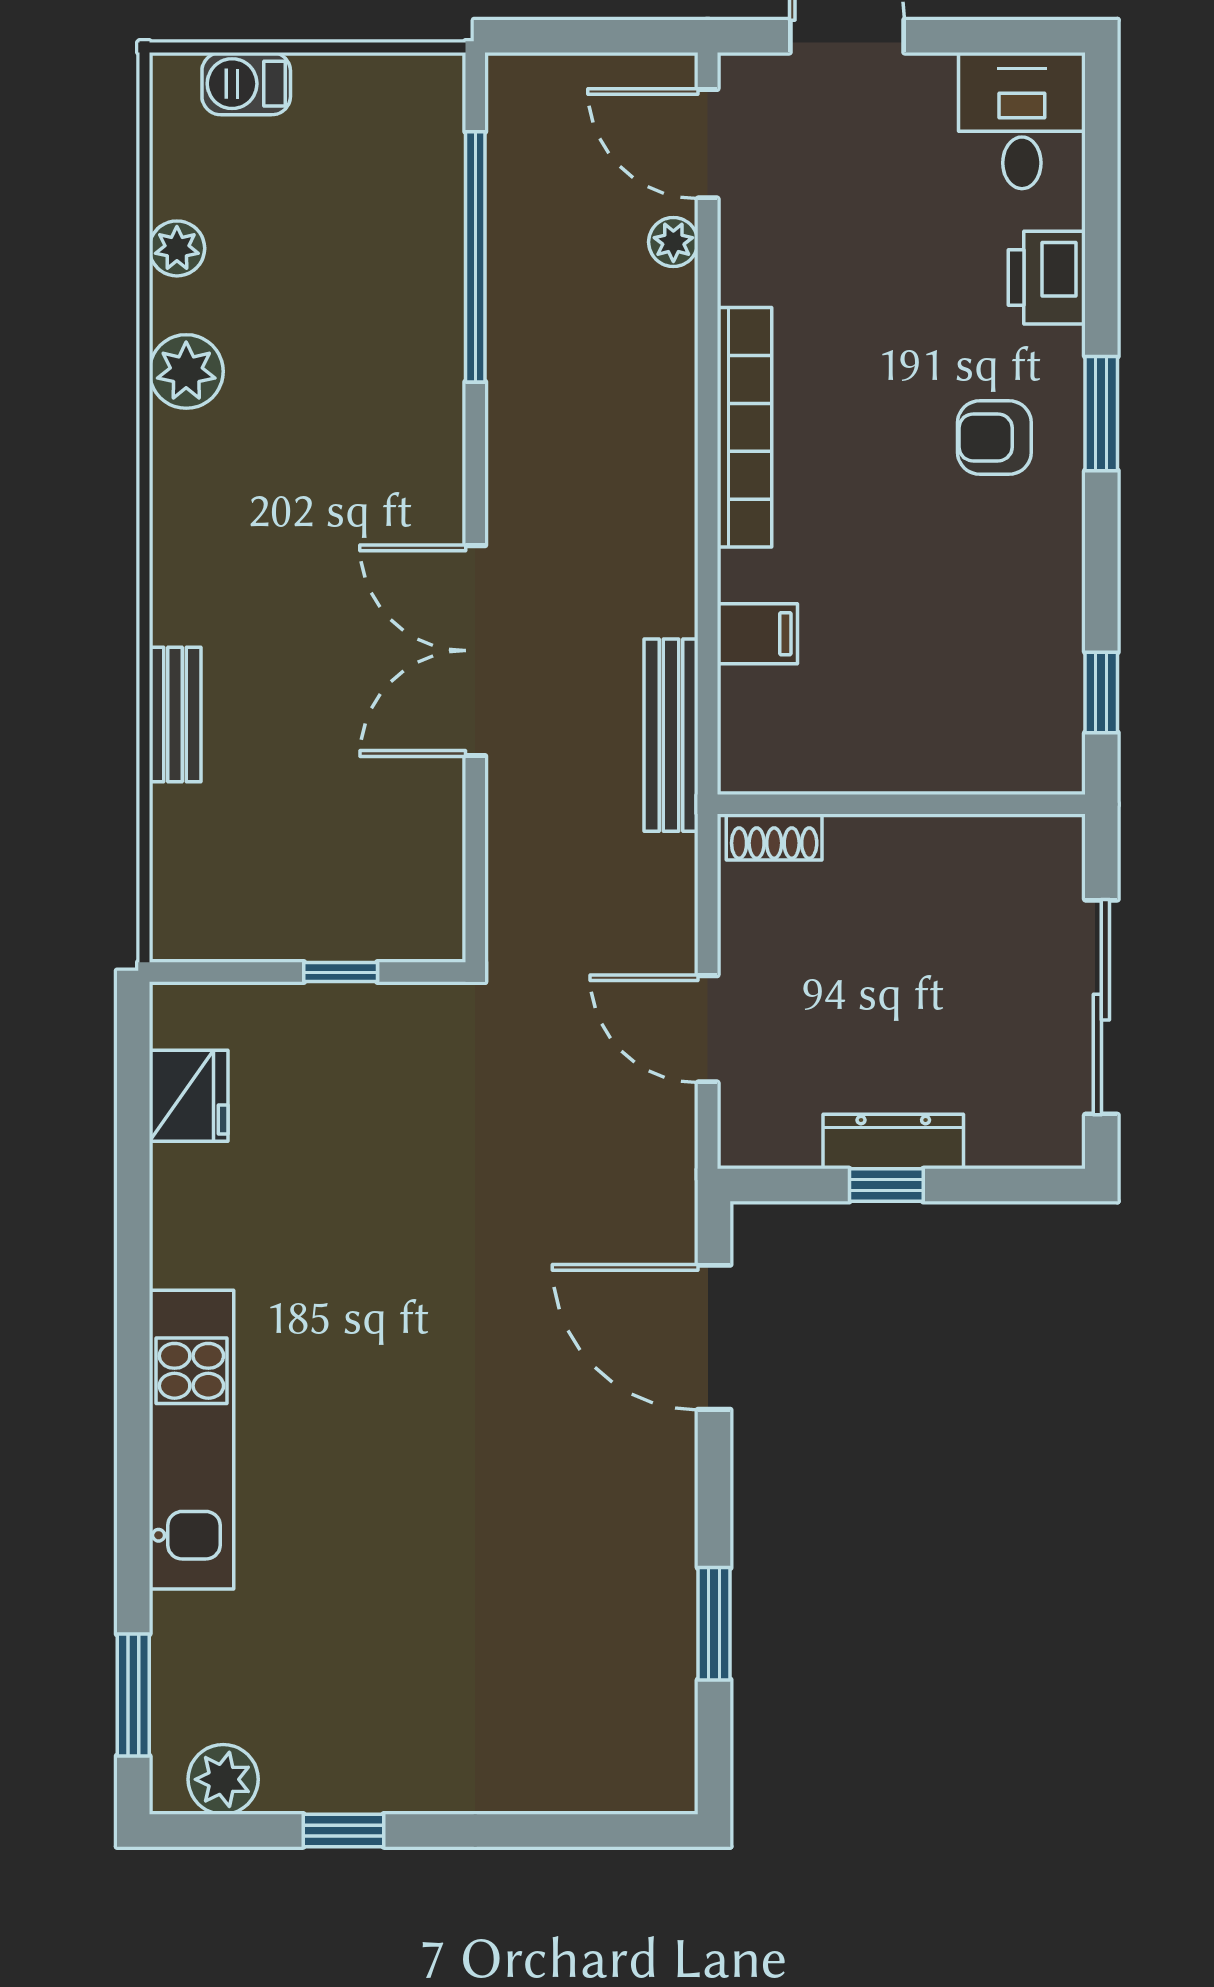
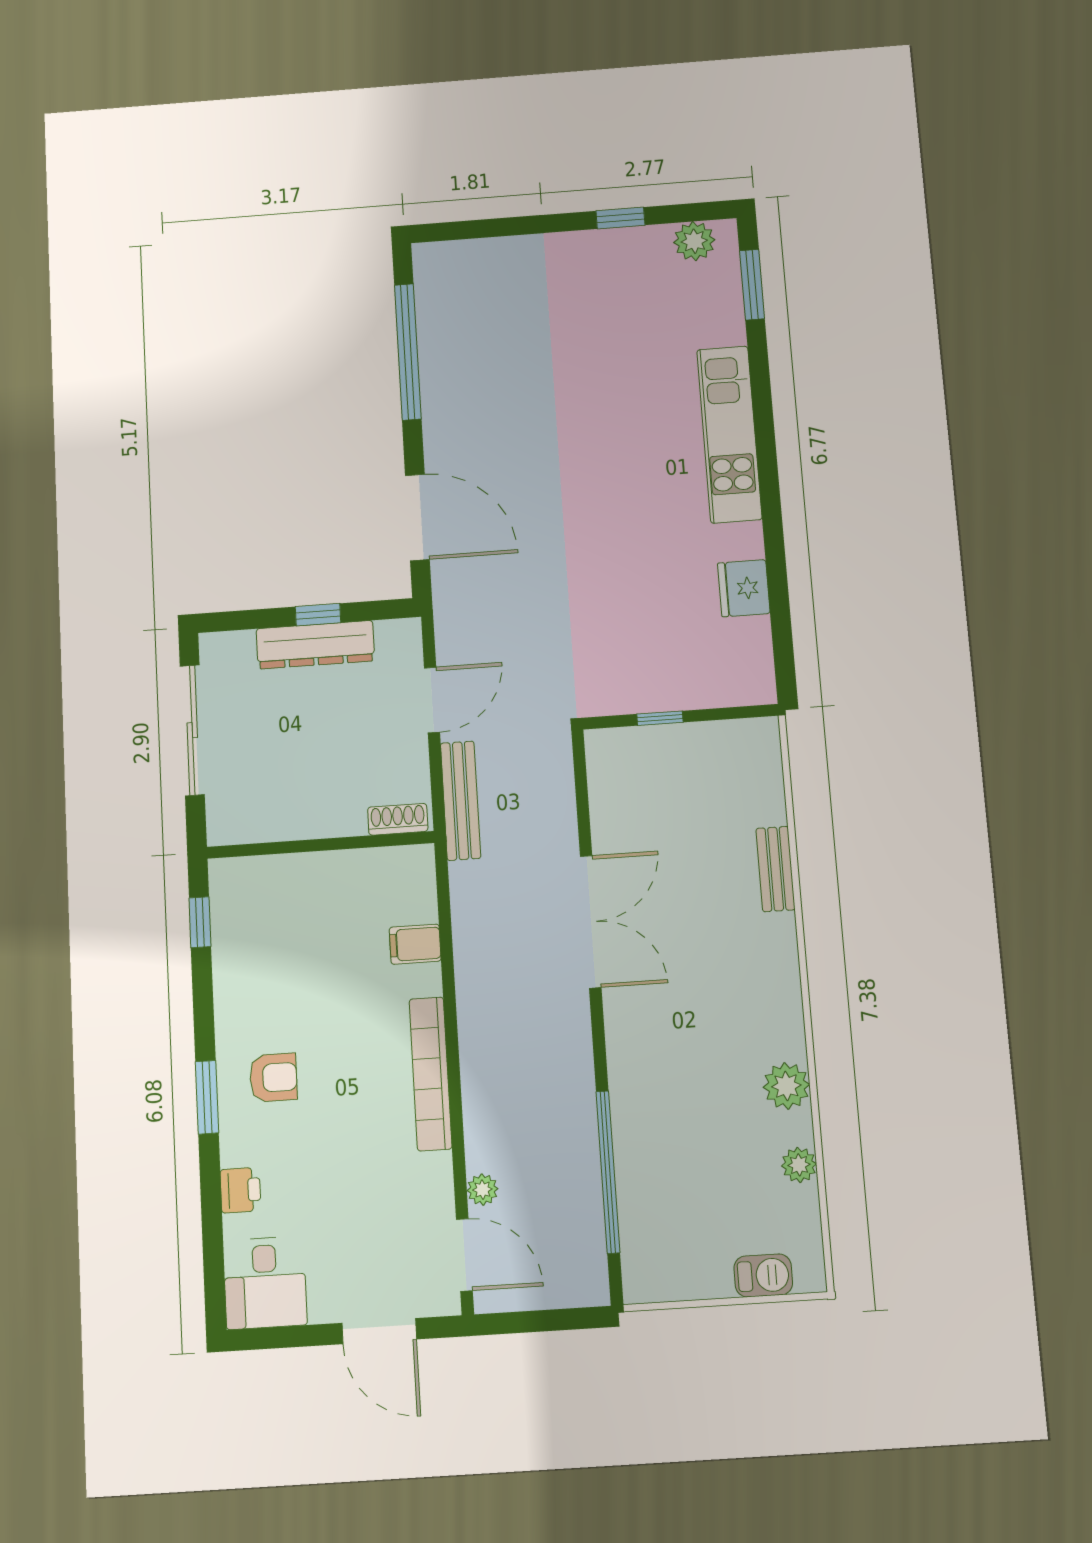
printer: (1047, 278) -> (241, 1190), width x0.73, depth x0.81
bench: (671, 735) -> (461, 801), moved
door: (708, 1029) -> (432, 700), hinge flipped
fridge: (189, 1096) -> (744, 588), moved
dresser: (893, 1141) -> (315, 645), width x1.37, depth x1.24
window: (714, 1624) -> (408, 352), width x2.11

